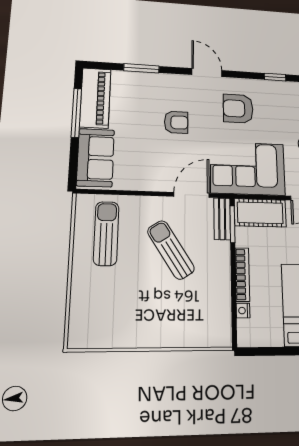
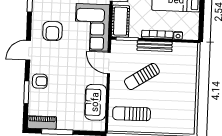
piano: (95, 98) -> (42, 122), width x0.73, depth x0.75
armchair: (176, 122) -> (40, 81), moved, turned 90
sofa: (95, 158) -> (96, 102), moved, turned -90
bench: (222, 219) -> (155, 46), moved, width x1.36

